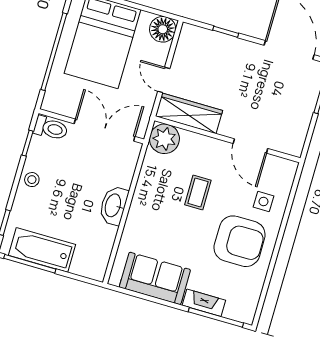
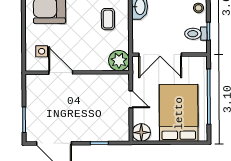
wardrobe: (189, 113) -> (108, 82), removed
toilet: (51, 128) -> (196, 34), moved
coffee table: (198, 192) -> (108, 19), moved
side table: (263, 201) -> (42, 51), moved

